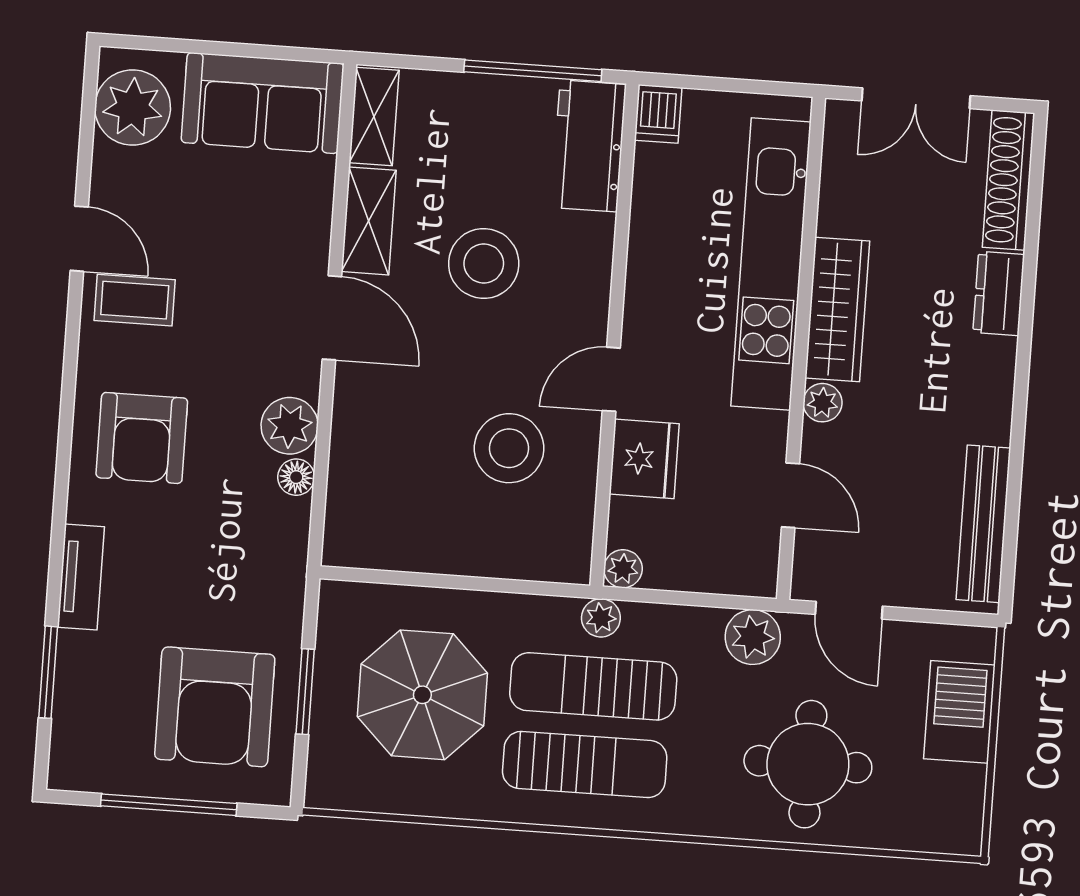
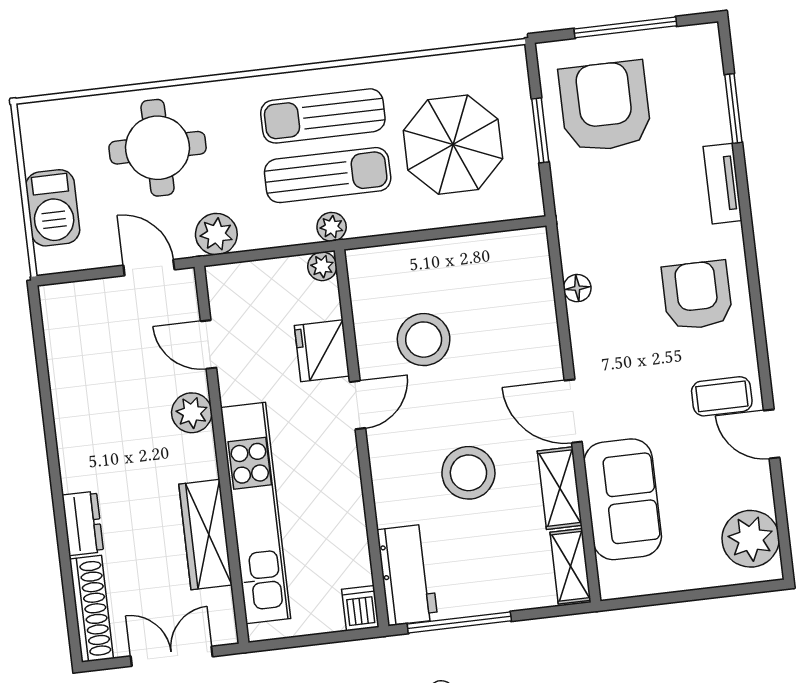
sofa: (263, 103) -> (623, 499), moved, turned 90
wardrobe: (837, 309) -> (205, 535), moved
plant: (822, 403) -> (192, 413), width x1.38, depth x1.38
plant: (290, 426) -> (589, 325), removed
bench: (983, 524) -> (61, 351), removed

